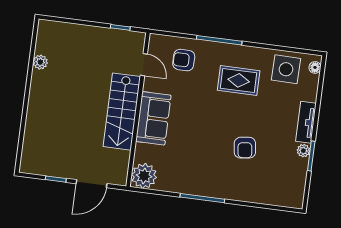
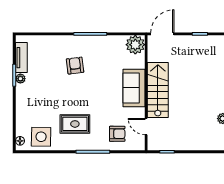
tv unit: (306, 122) -> (21, 58), moved
armchair: (245, 148) -> (75, 66), moved
door: (91, 184) -> (162, 34), moved

